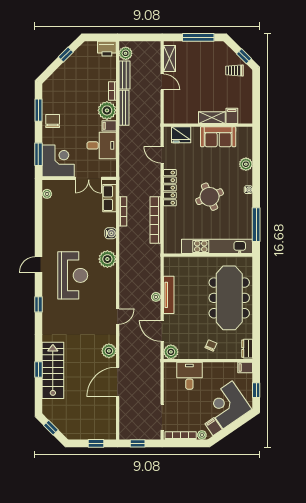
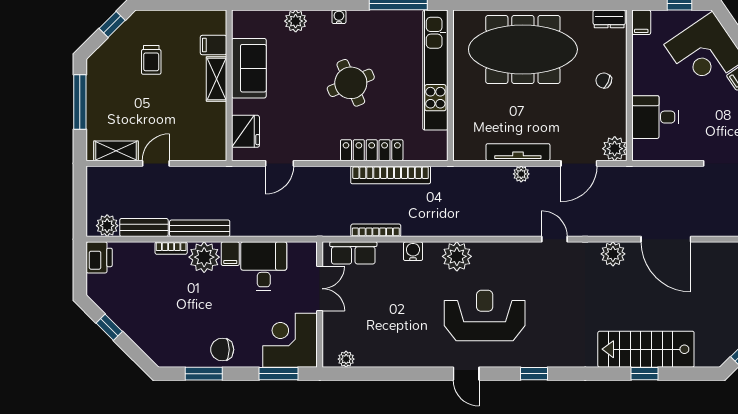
trolley: (234, 70) -> (151, 60), moved
locker: (170, 188) -> (372, 150), moved

